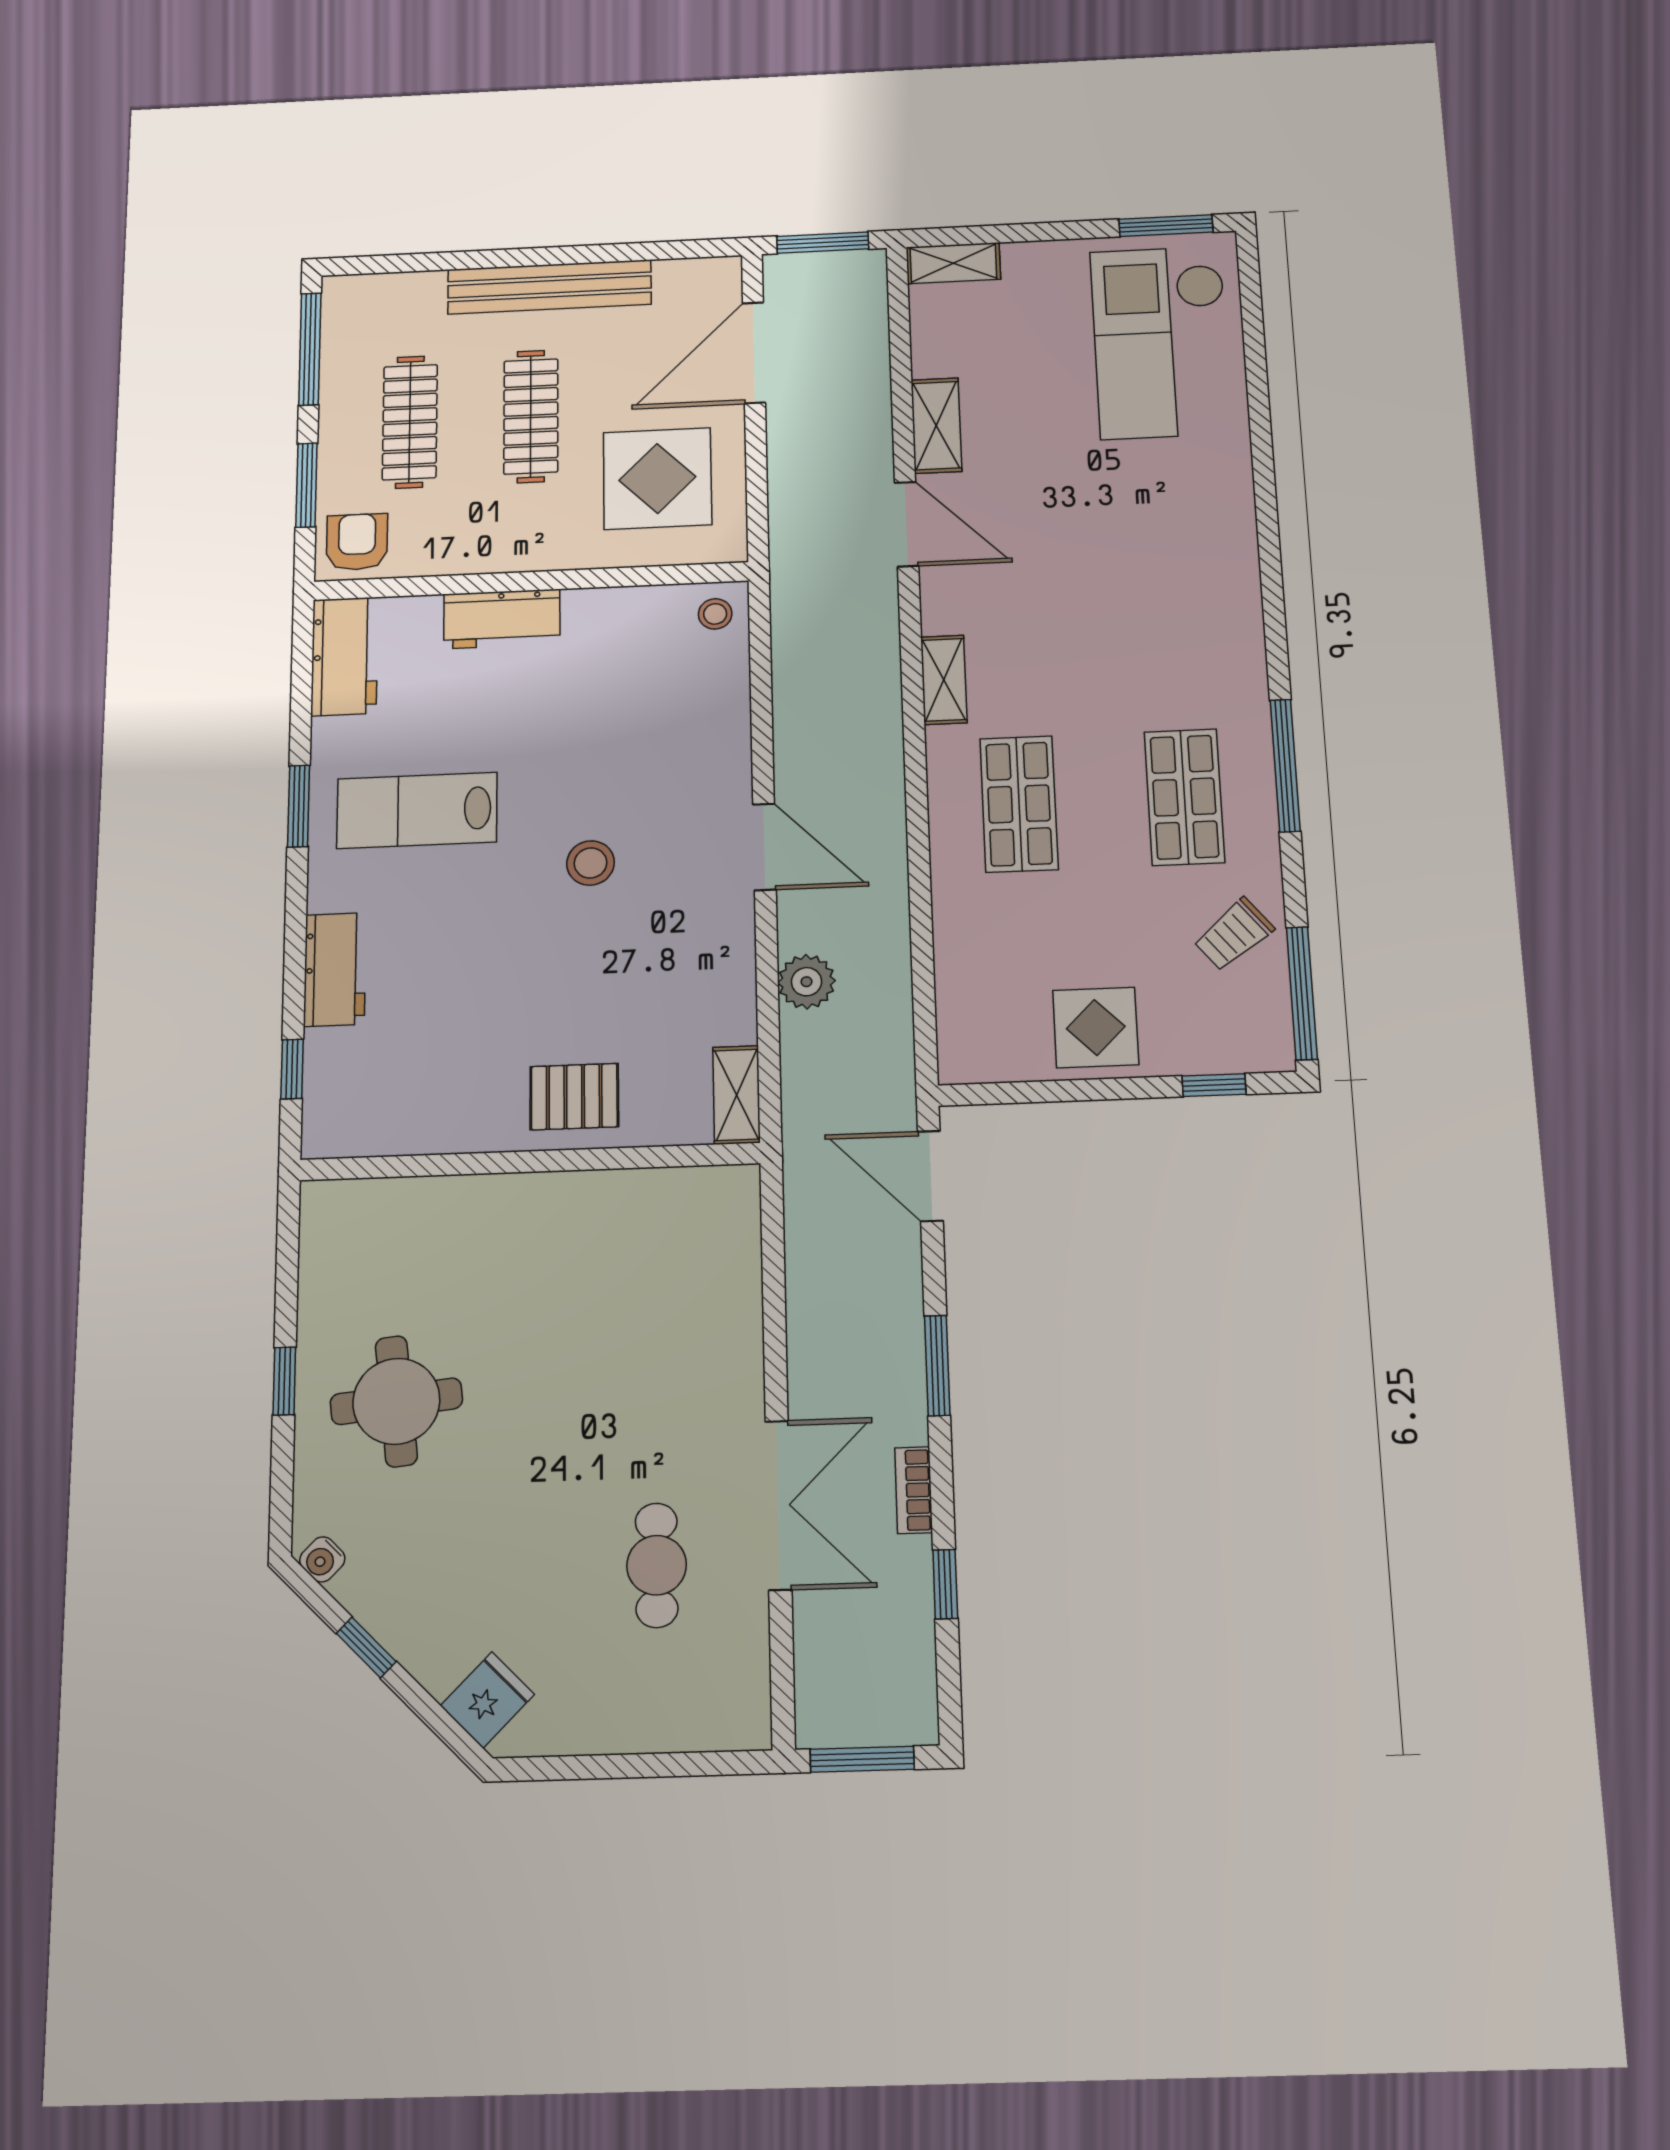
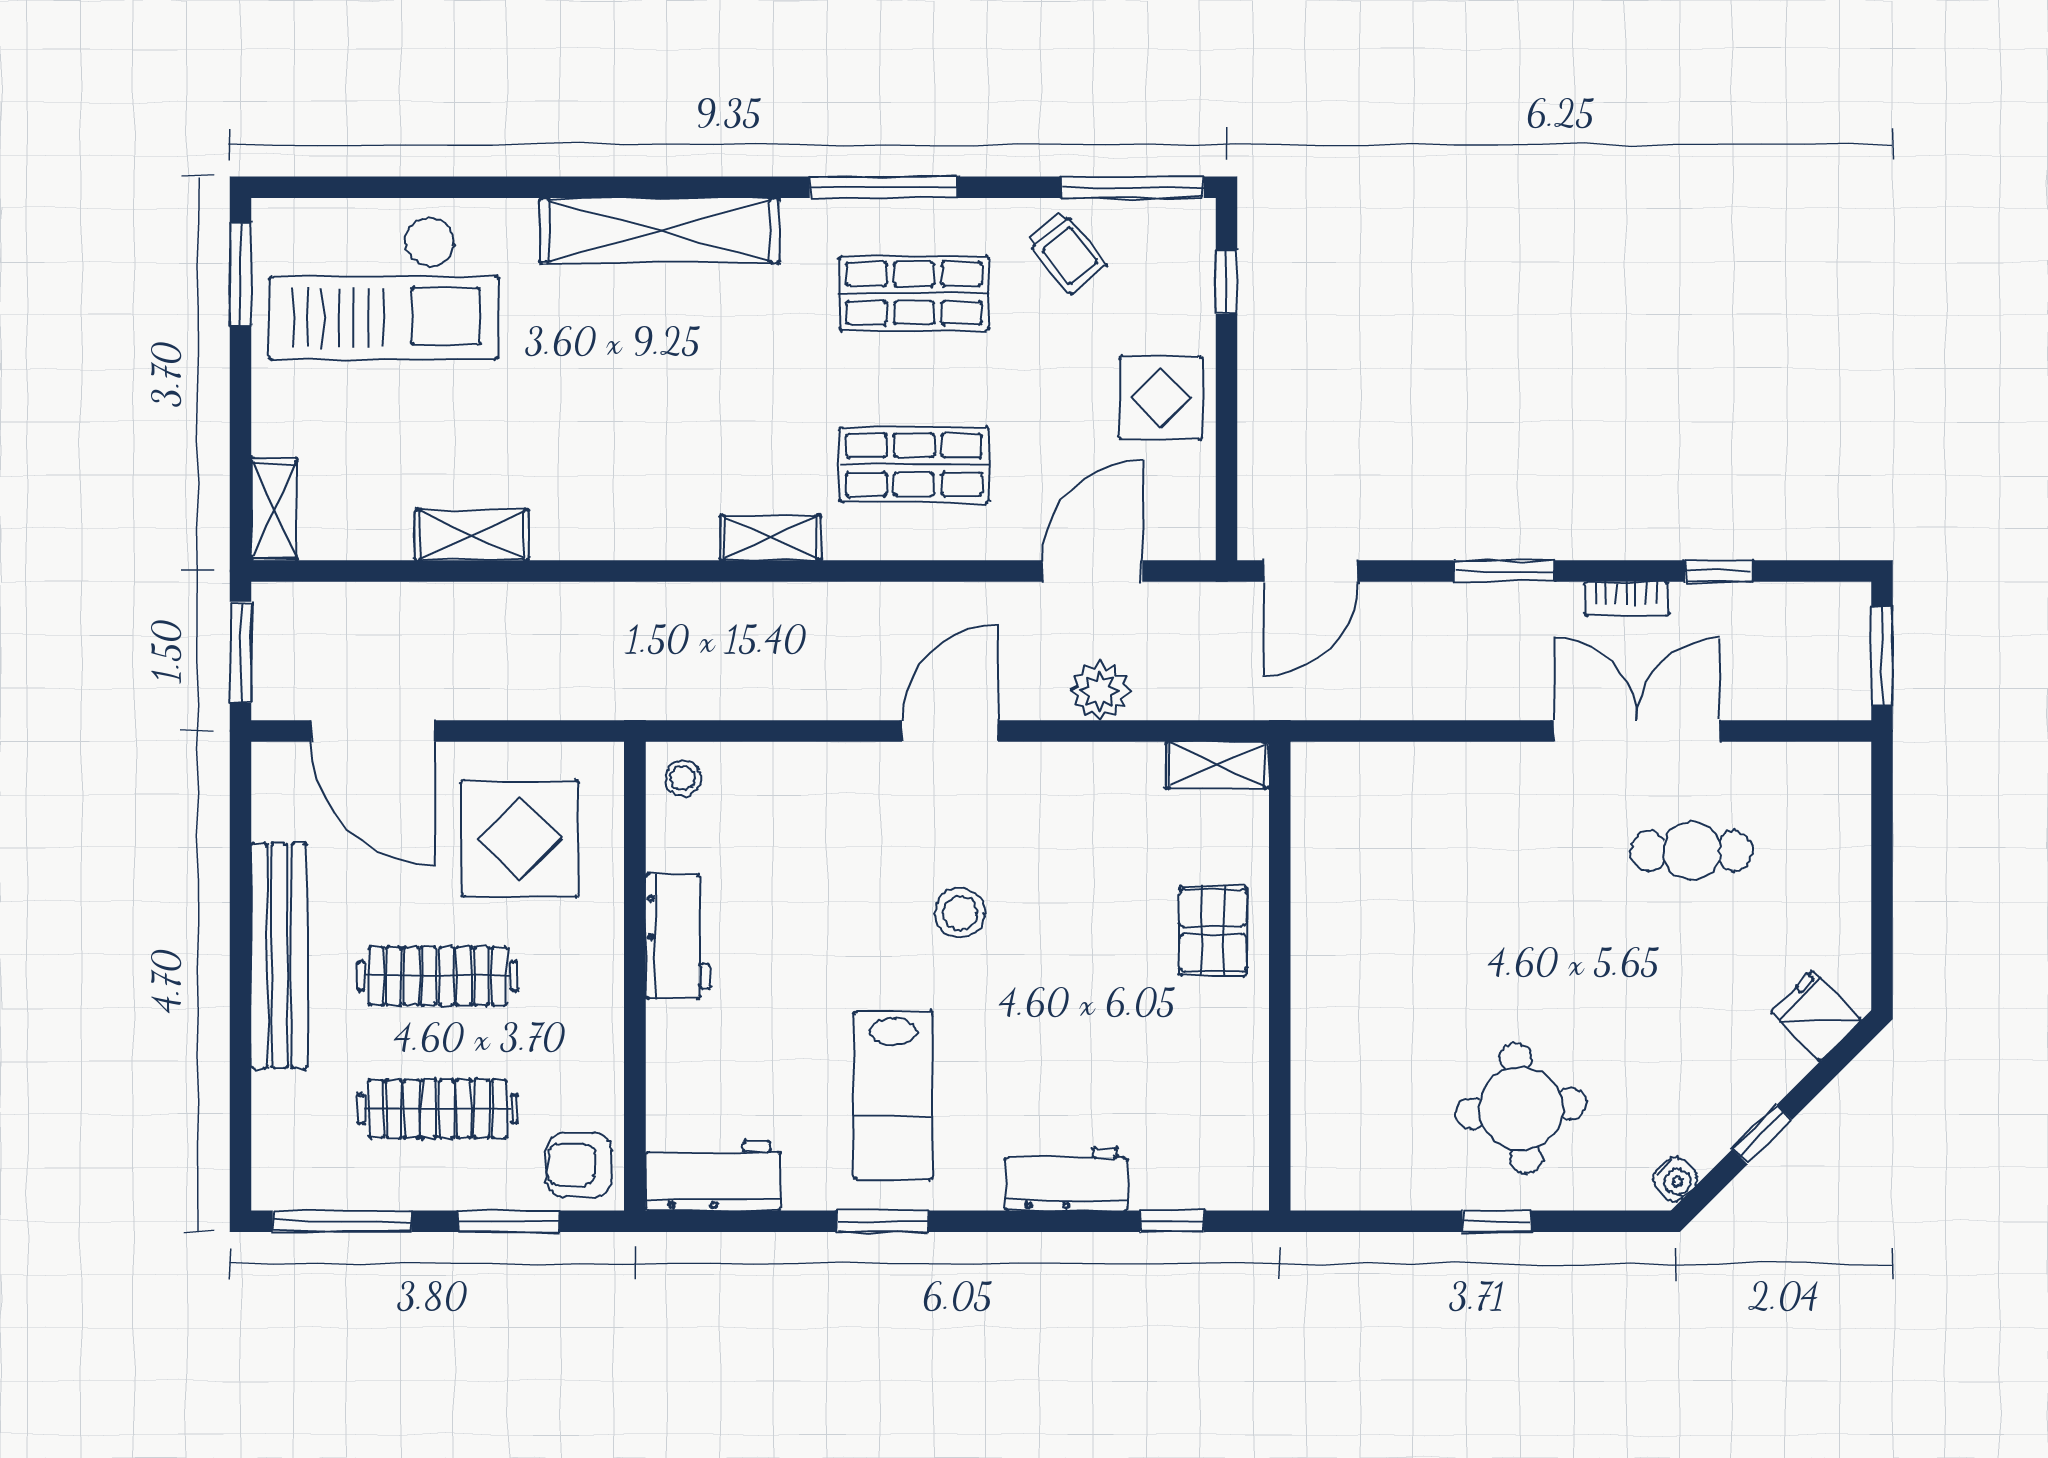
door: (907, 524) -> (1092, 571), moved
shelving: (1230, 571) -> (660, 231), added
workbench: (502, 619) -> (678, 936), moved

